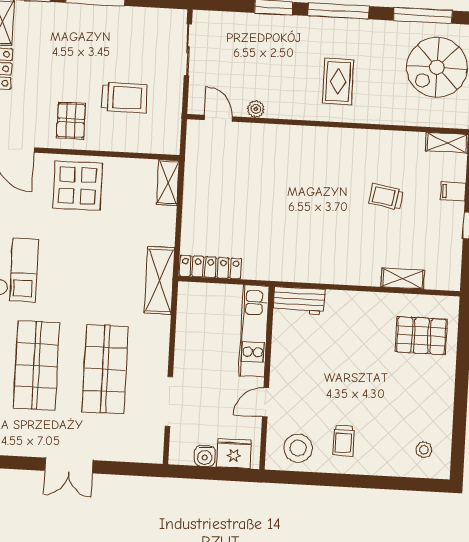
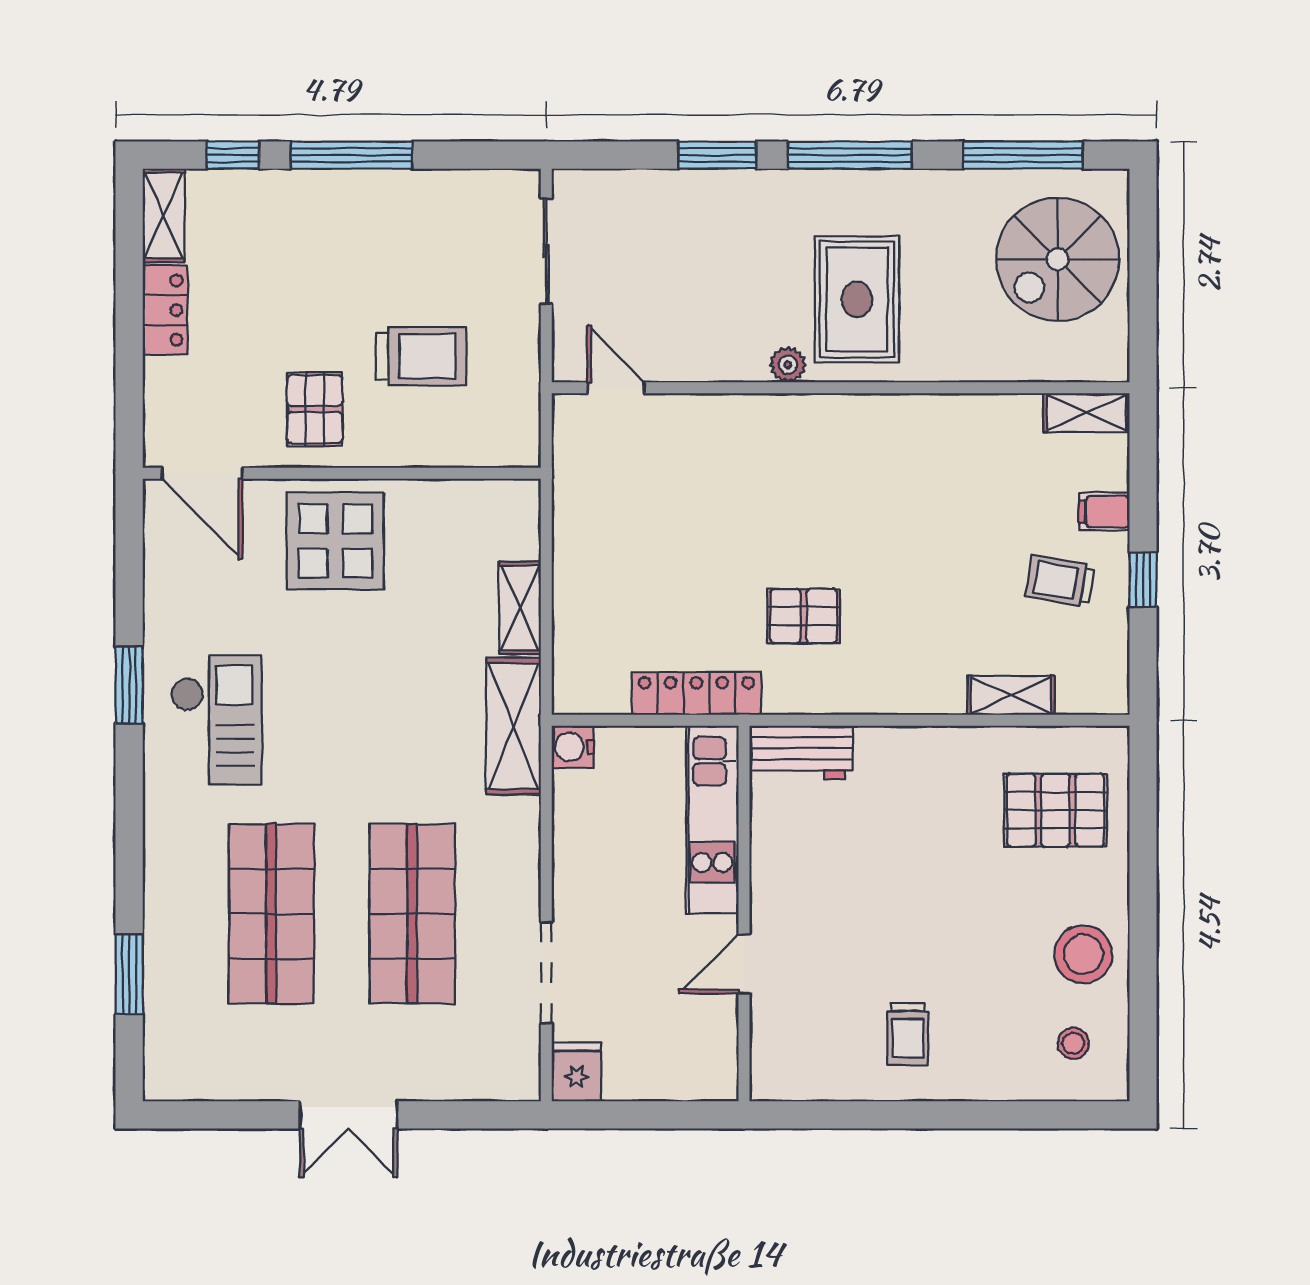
rug: (338, 81) -> (857, 299), width x1.36, depth x1.43
plant: (256, 109) -> (788, 365), moved
shelving: (168, 182) -> (520, 608), moved
trolley: (386, 197) -> (1060, 581), moved
pallet: (304, 234) -> (804, 616), added
locker: (210, 267) -> (696, 694), moved
stool: (298, 448) -> (1083, 954), moved
fridge: (234, 453) -> (576, 1072), moved, width x0.72
water cooler: (205, 456) -> (573, 747), moved, turned 90

